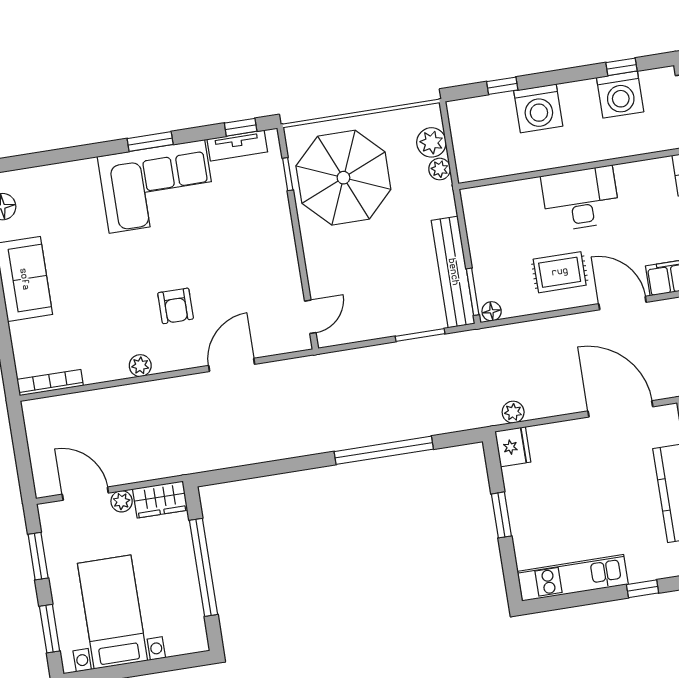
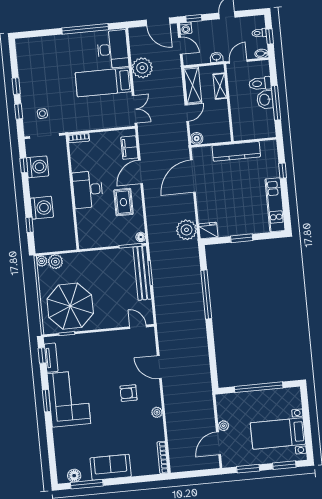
plant: (440, 169) -> (42, 261), moved
bench: (453, 272) -> (142, 273), moved, turned 90
armchair: (176, 306) -> (128, 393), turned 180
plant: (513, 412) -> (187, 230), width x1.87, depth x1.87
wardrobe: (160, 499) -> (224, 407), removed

